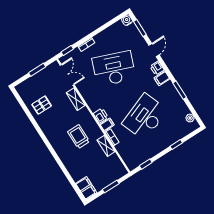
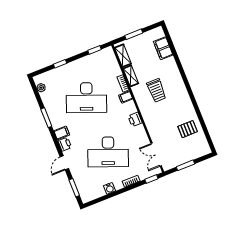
water cooler: (127, 20) -> (110, 188), moved
shelving: (76, 99) -> (123, 56), moved
printer: (101, 116) -> (135, 119), moved
desk: (145, 117) -> (86, 98), turned 42
filing cabinet: (86, 188) -> (163, 48), moved

